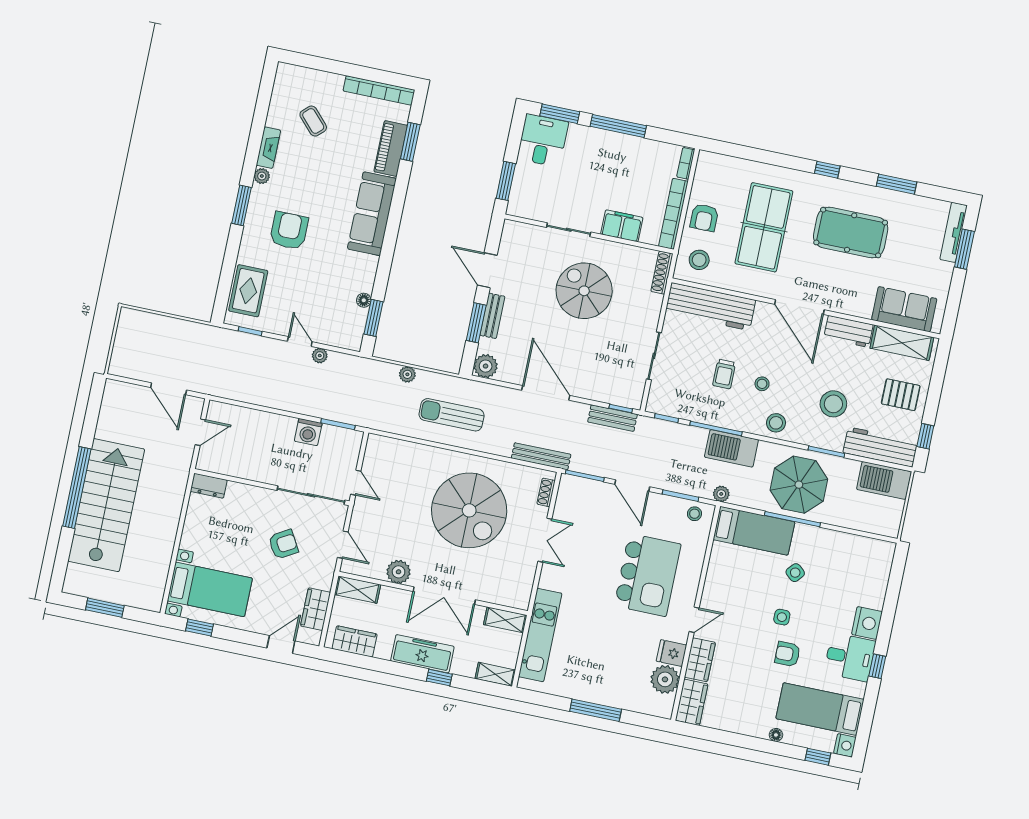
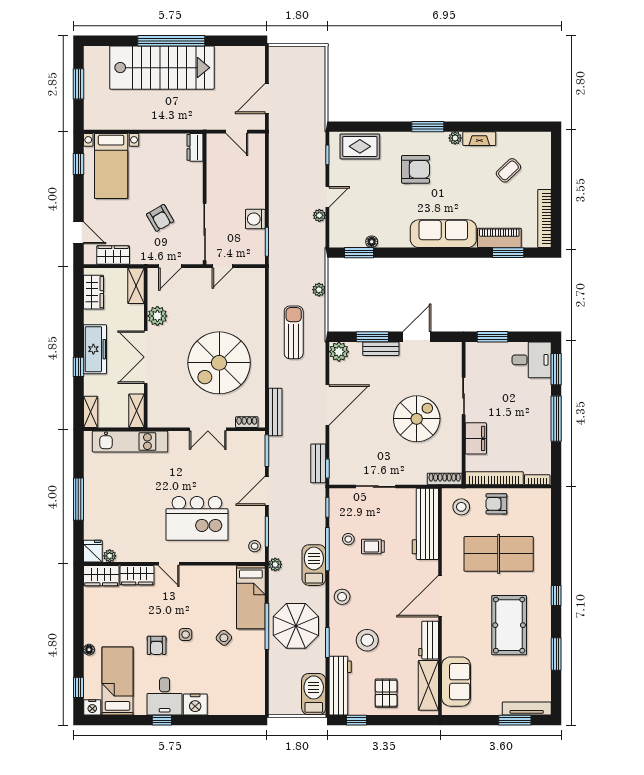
stool: (762, 384) -> (348, 539), moved
fridge: (671, 653) -> (93, 551), moved
armchair: (788, 654) -> (157, 645), turned 180
plant: (665, 679) -> (110, 556), width x0.53, depth x0.53

